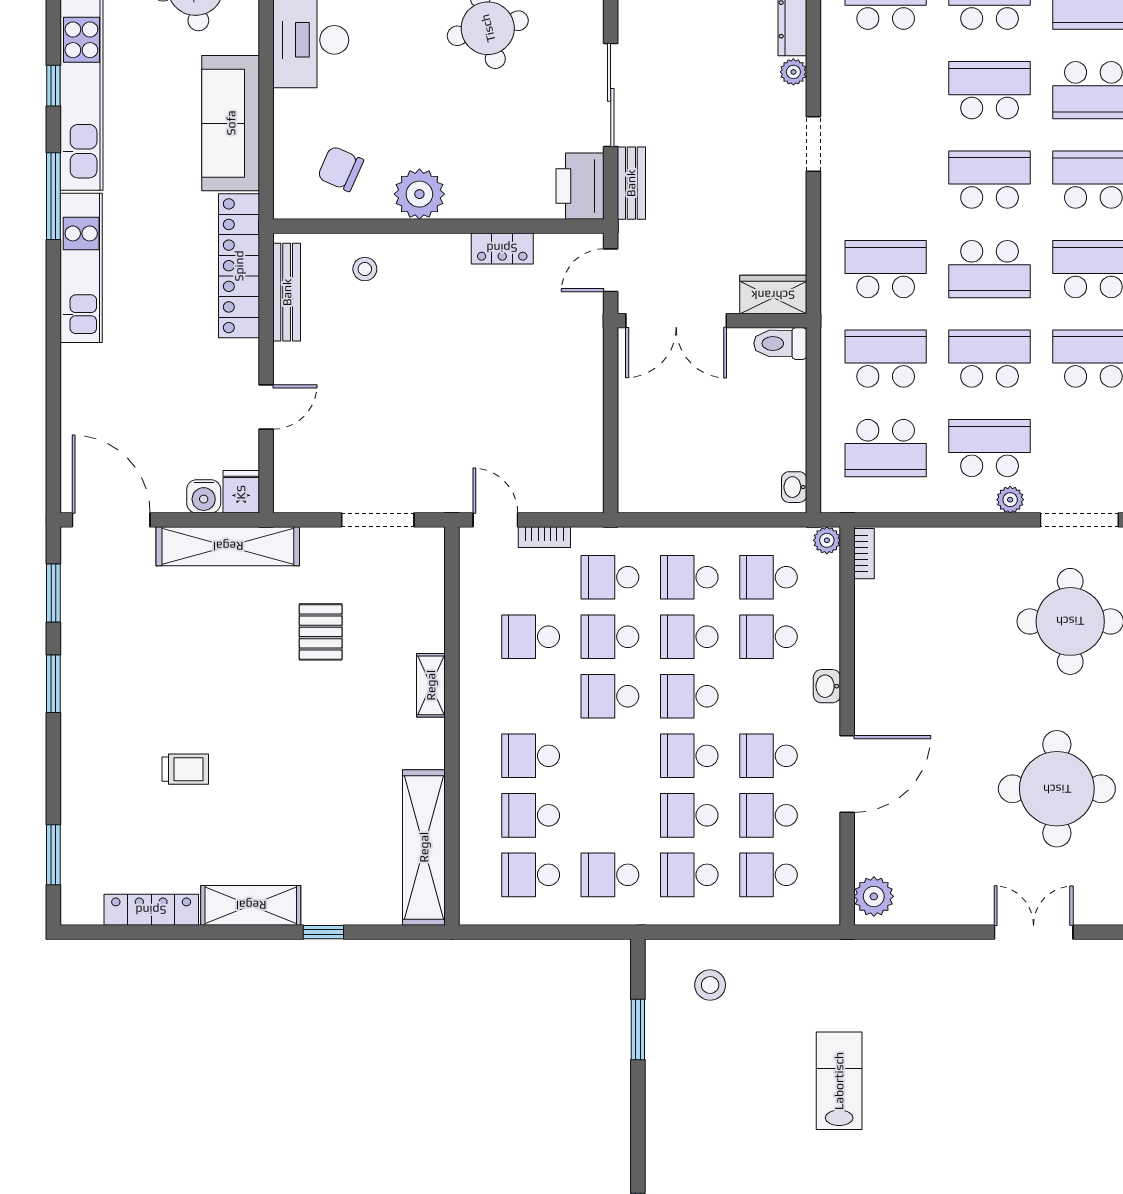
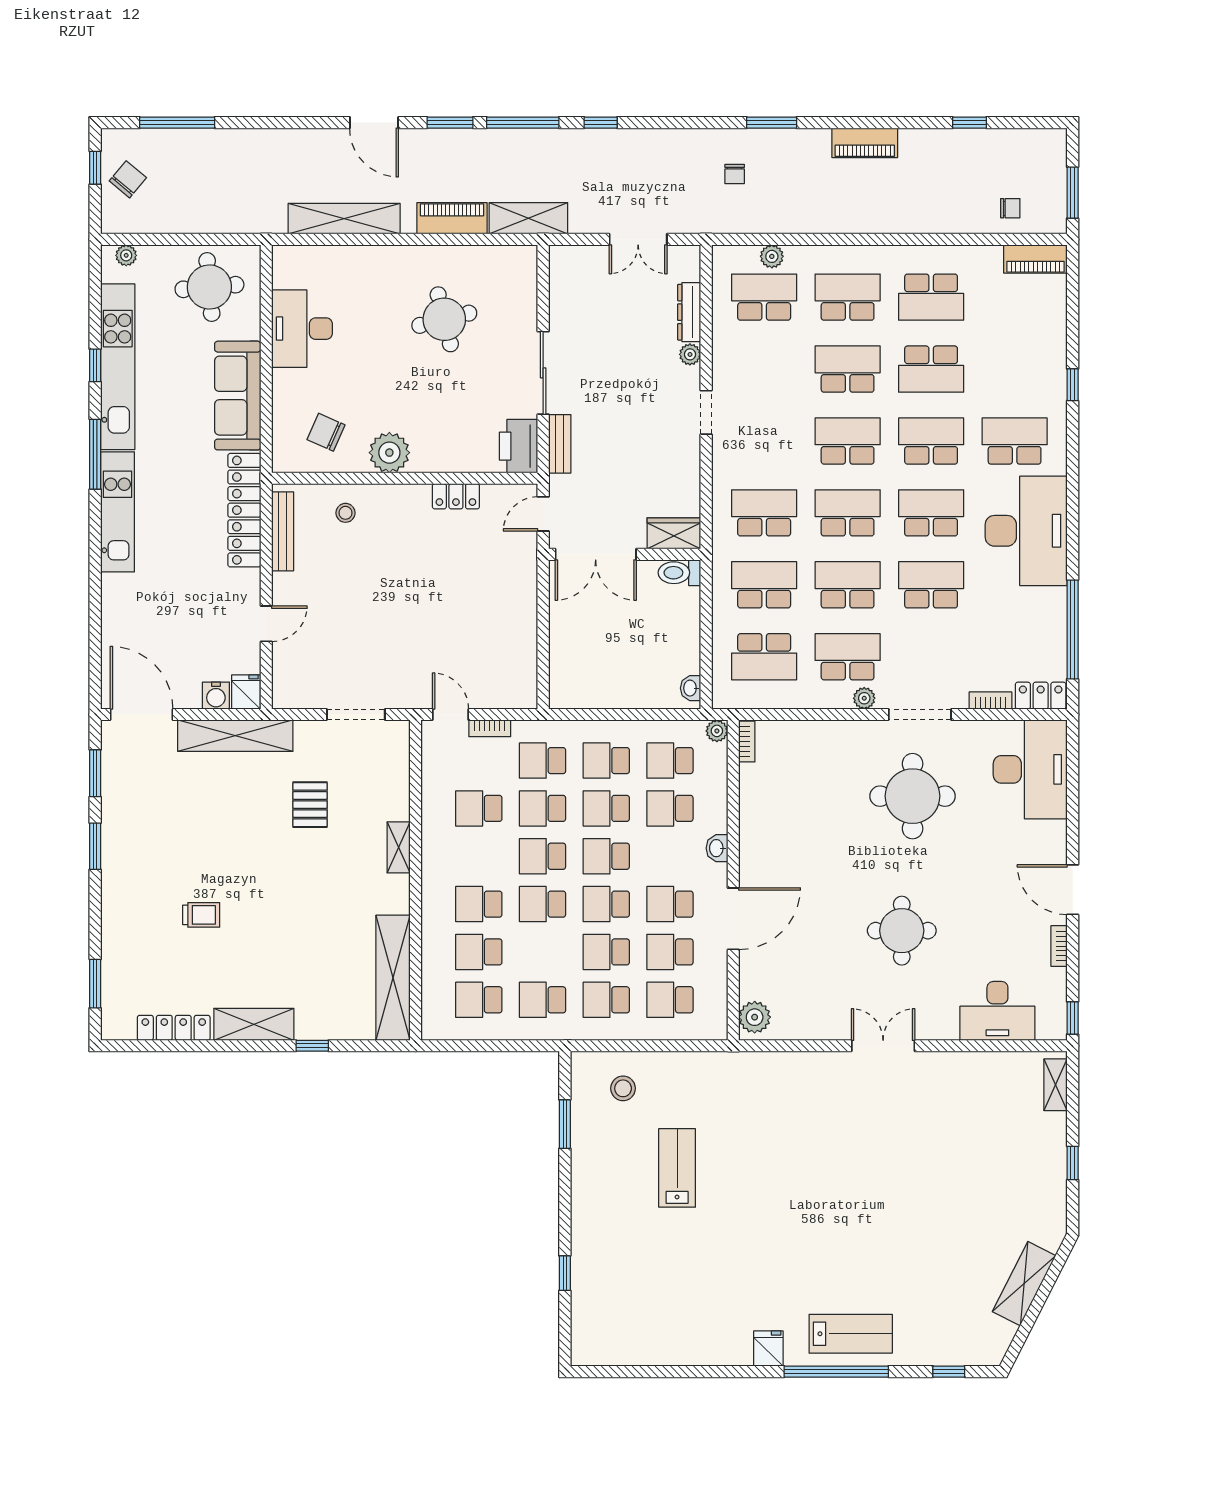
school desk: (990, 269) -> (848, 513), turned 180
school desk: (610, 756) -> (543, 904), added
round table: (1057, 789) -> (902, 931), width x0.73, depth x0.73
lab bench: (839, 1081) -> (677, 1168), moved

